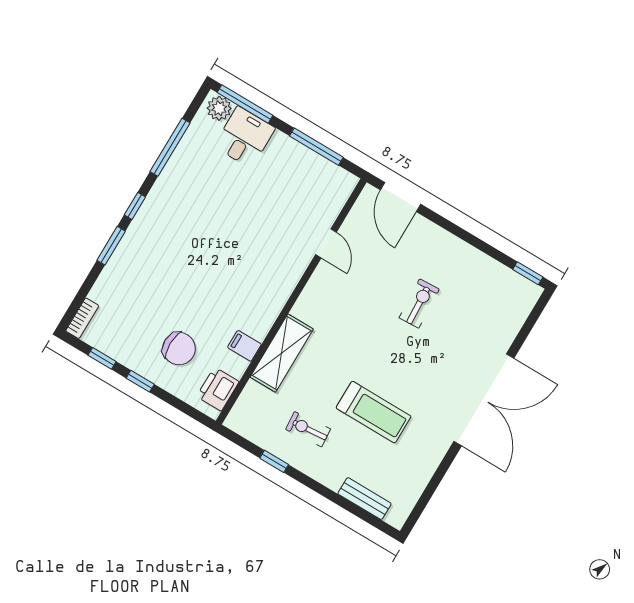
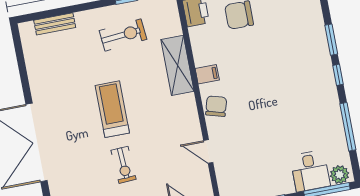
chair: (279, 280) -> (216, 106), added
filing cabinet: (244, 346) -> (207, 74), moved
treadmill: (374, 412) -> (112, 109), moved, turned 90
exercise bike: (308, 429) -> (123, 35), width x1.38, depth x1.39

